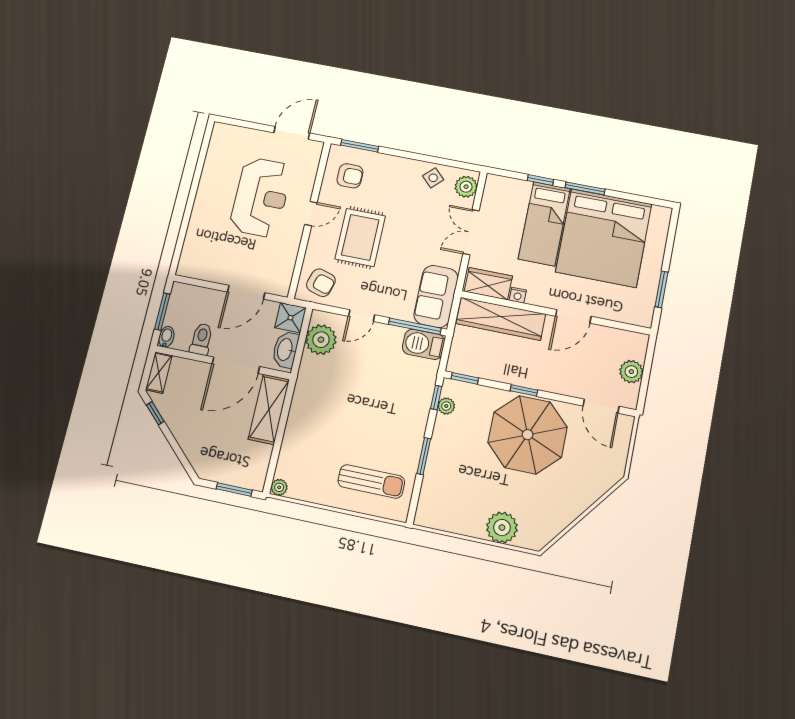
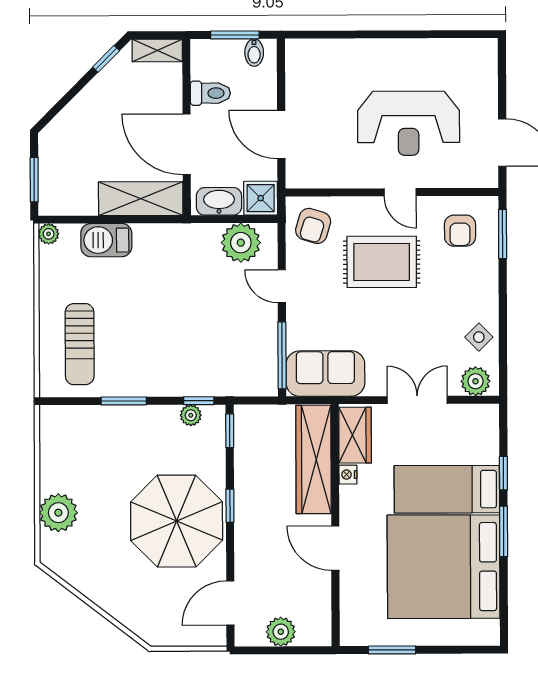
bidet: (166, 337) -> (254, 53), moved, turned 90
barbecue: (424, 344) -> (106, 240), moved, turned -90

